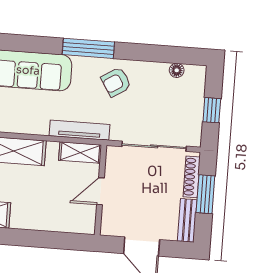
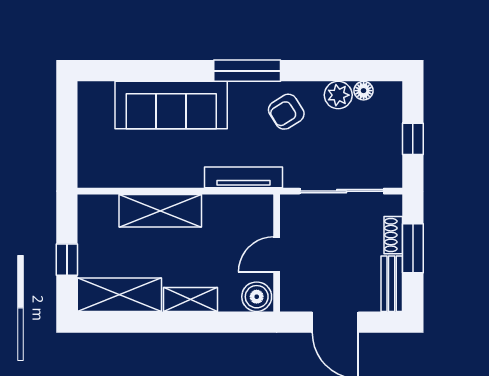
plant: (157, 72) -> (338, 95), added
shelving: (80, 153) -> (190, 299), moved
shoe rack: (192, 177) -> (393, 235), width x0.70
boiler: (83, 223) -> (257, 297), added

